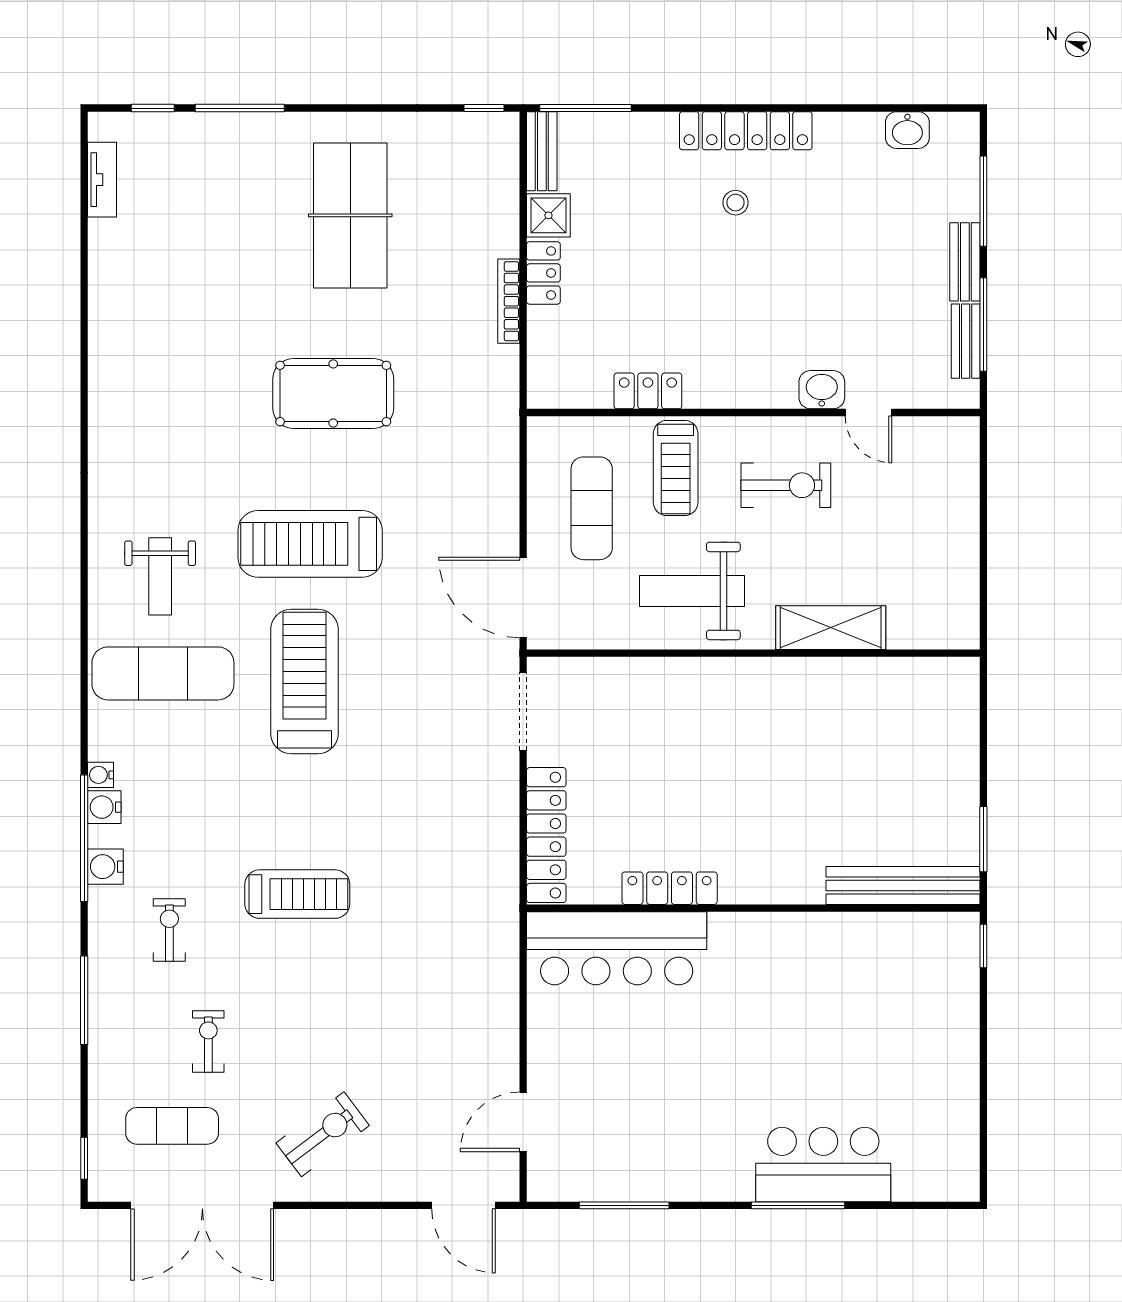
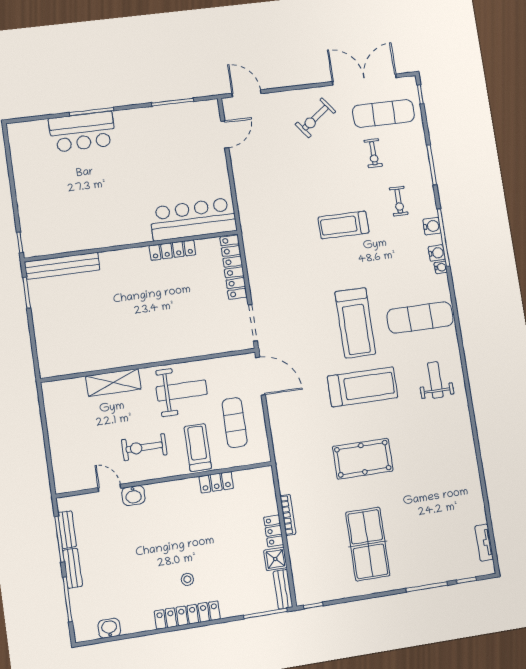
weight bench: (160, 576) -> (435, 380), moved
exercise mat: (172, 1126) -> (384, 113), width x1.36, depth x1.45

